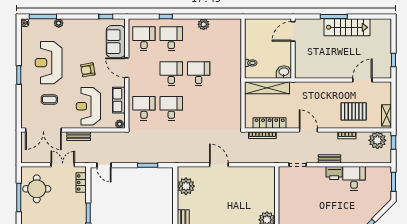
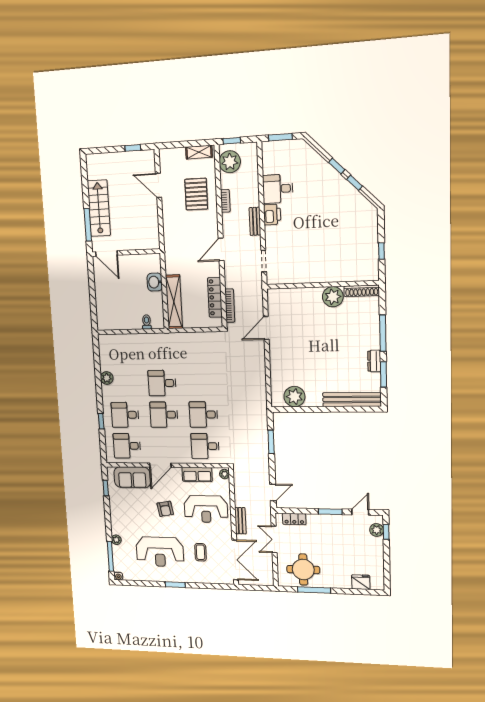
door: (293, 31) -> (106, 253), moved
wall: (293, 49) -> (126, 253), moved
door: (219, 165) -> (266, 328), moved

